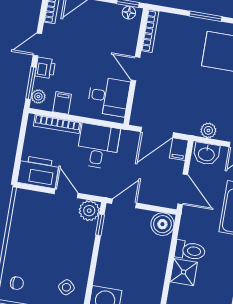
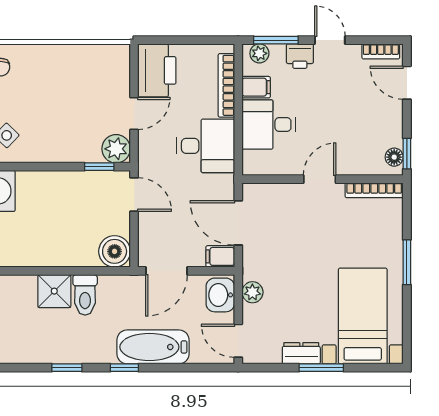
desk: (109, 96) -> (269, 125), moved, turned 90

